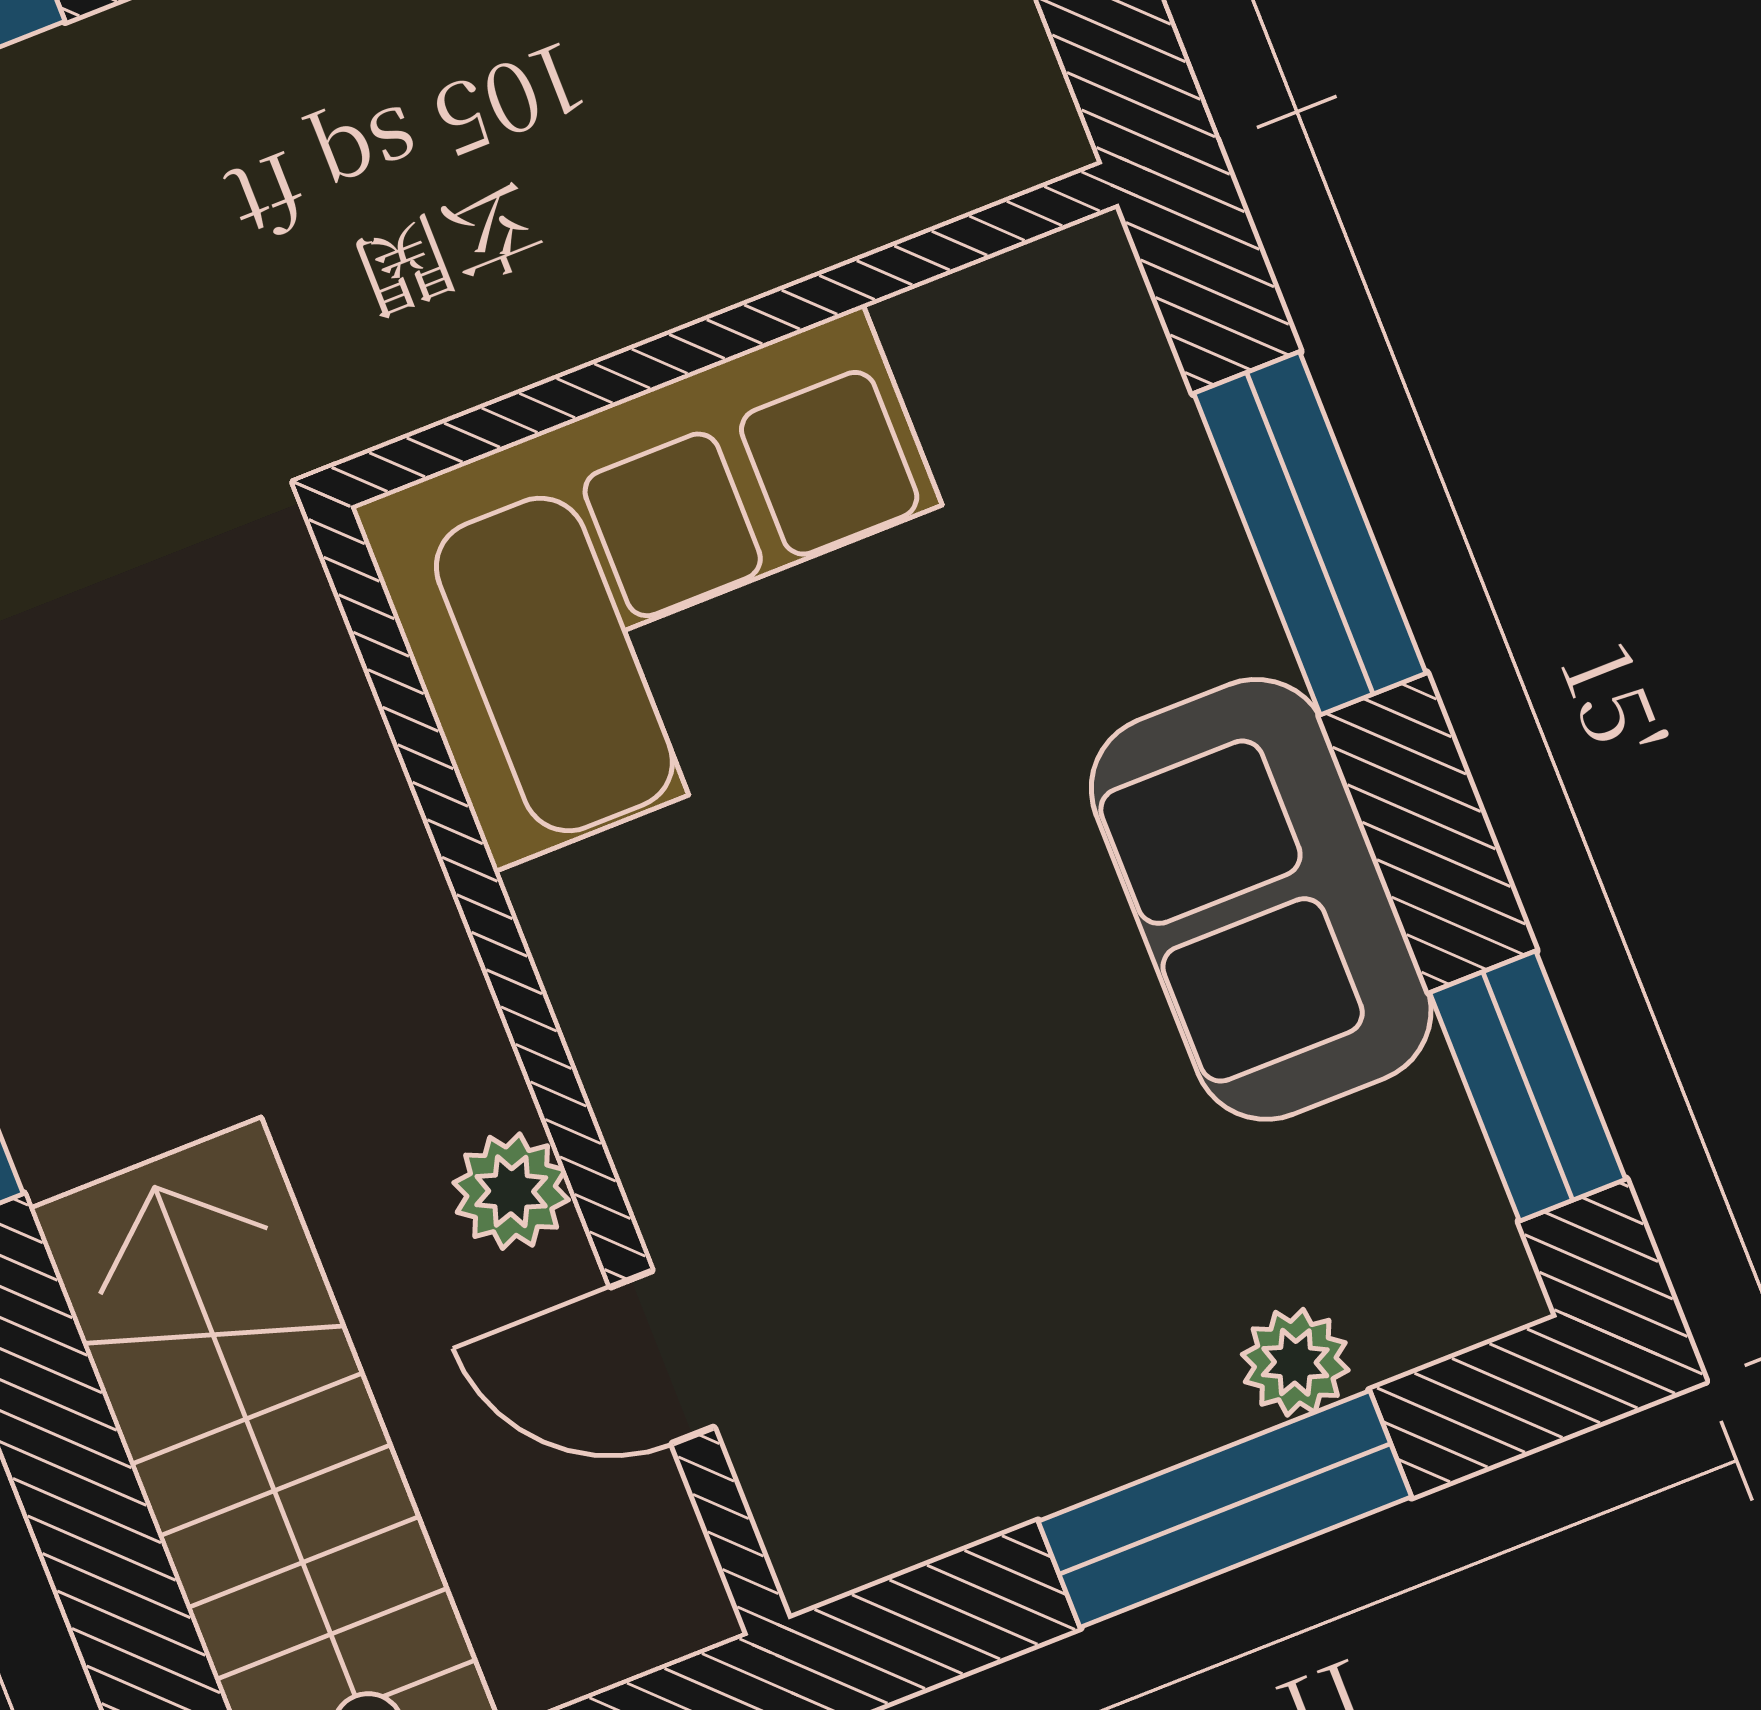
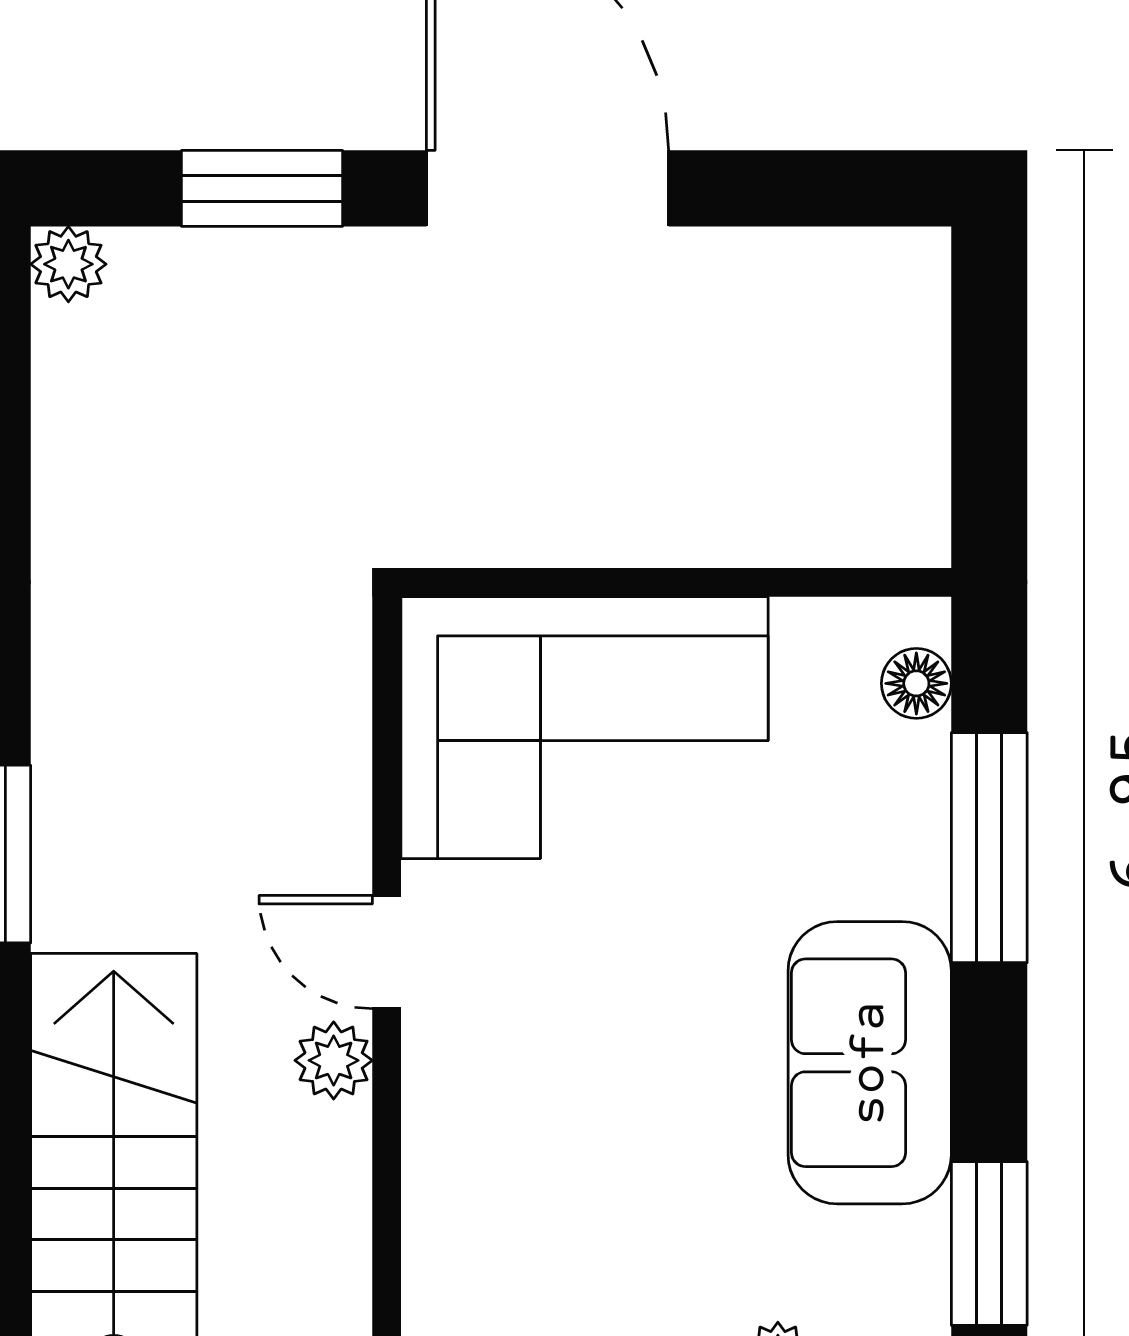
floor lamp: (1118, 344) -> (916, 683), added
door: (662, 1357) -> (387, 952), moved

